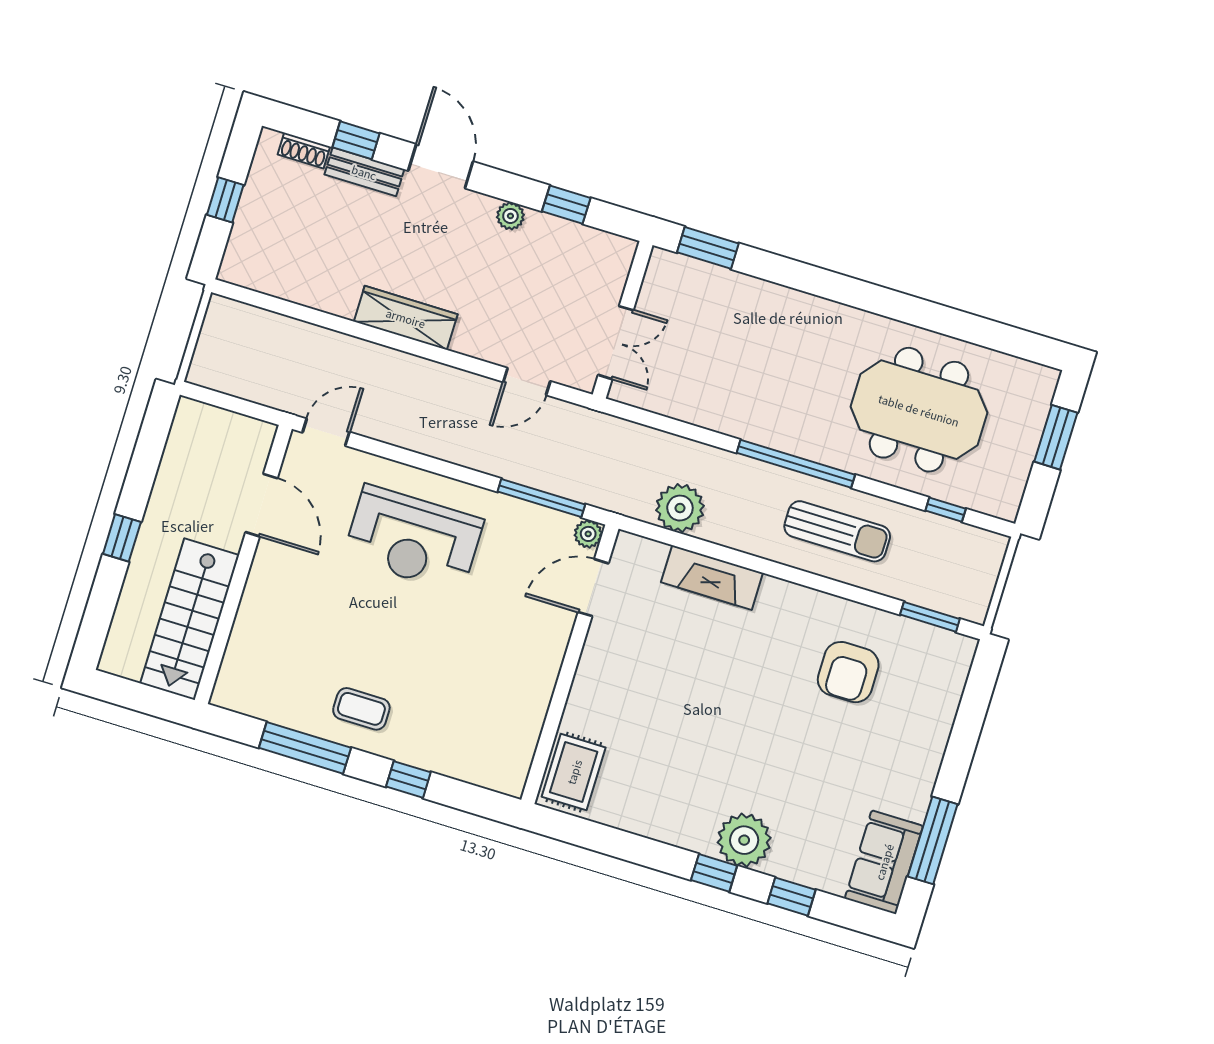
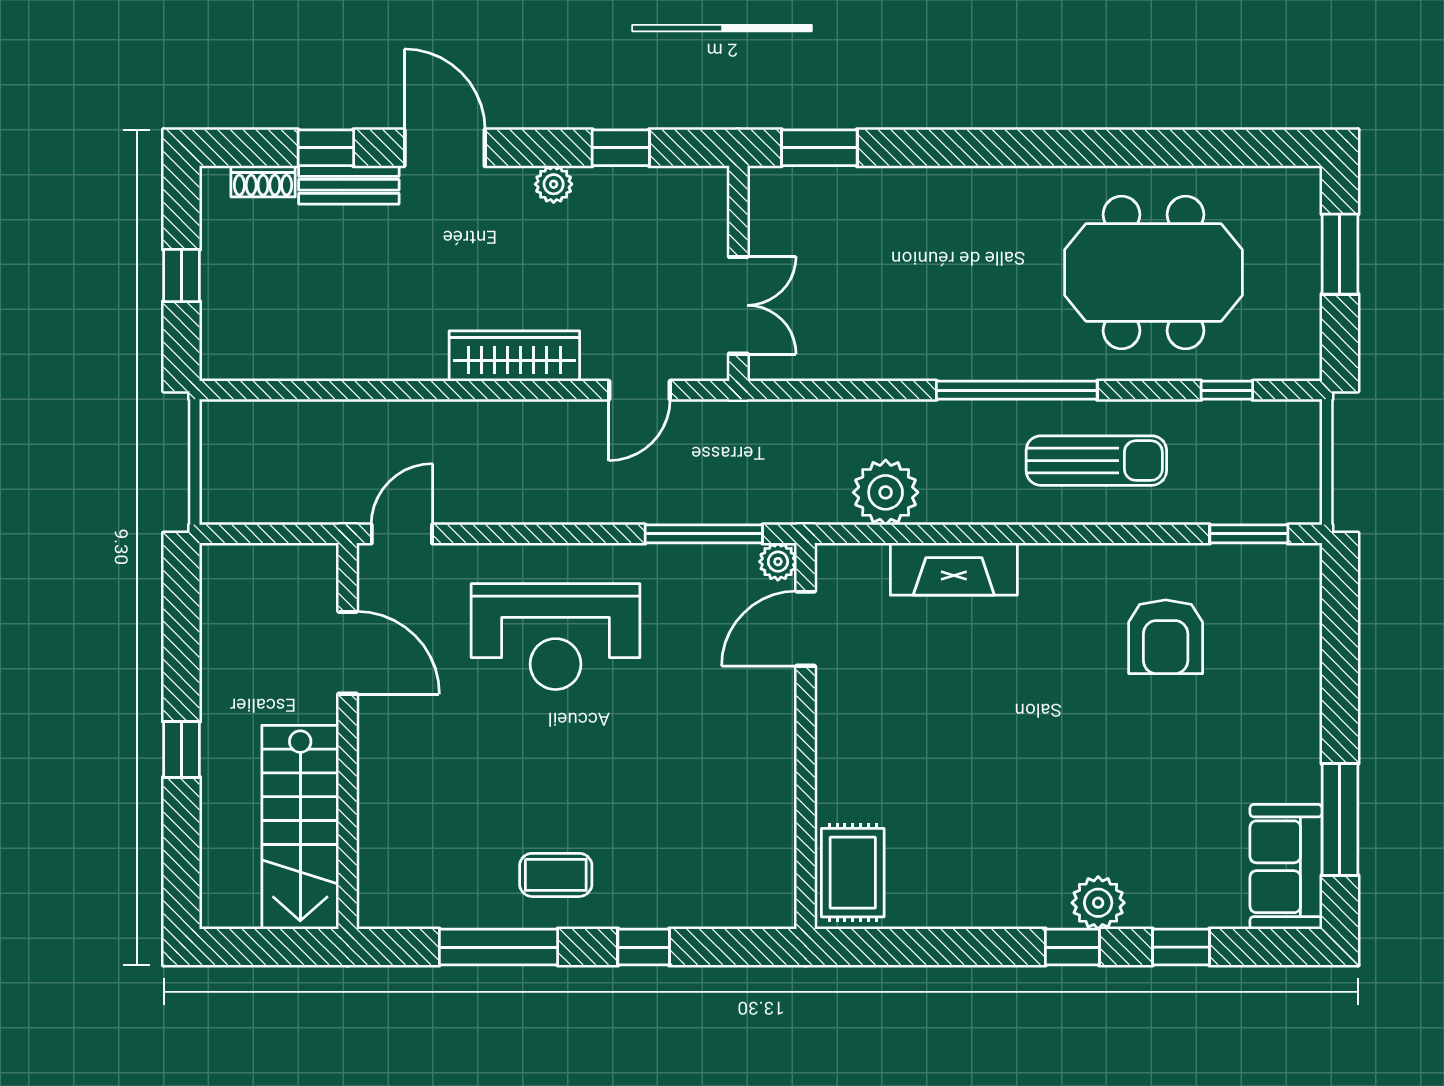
wardrobe: (406, 318) -> (514, 356), moved
plant: (744, 840) -> (1098, 903), width x0.73, depth x0.73

